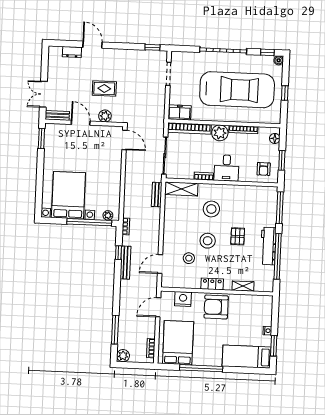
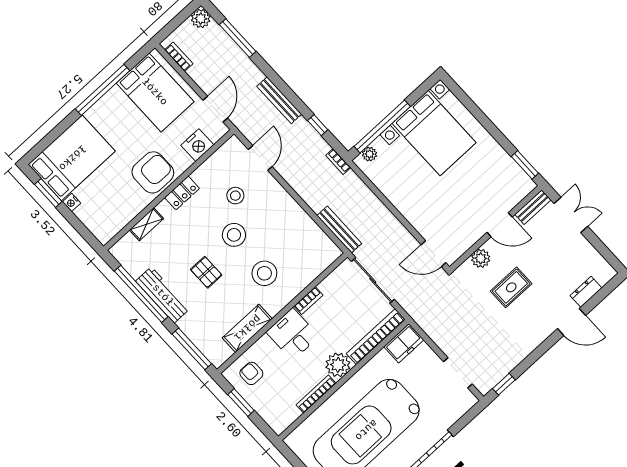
floor lamp: (275, 138) -> (272, 418), removed
shelving: (181, 189) -> (247, 328), moved
bench: (157, 195) -> (339, 230), width x1.36
bench: (125, 263) -> (279, 100), moved
bed: (246, 357) -> (72, 158), width x1.50

